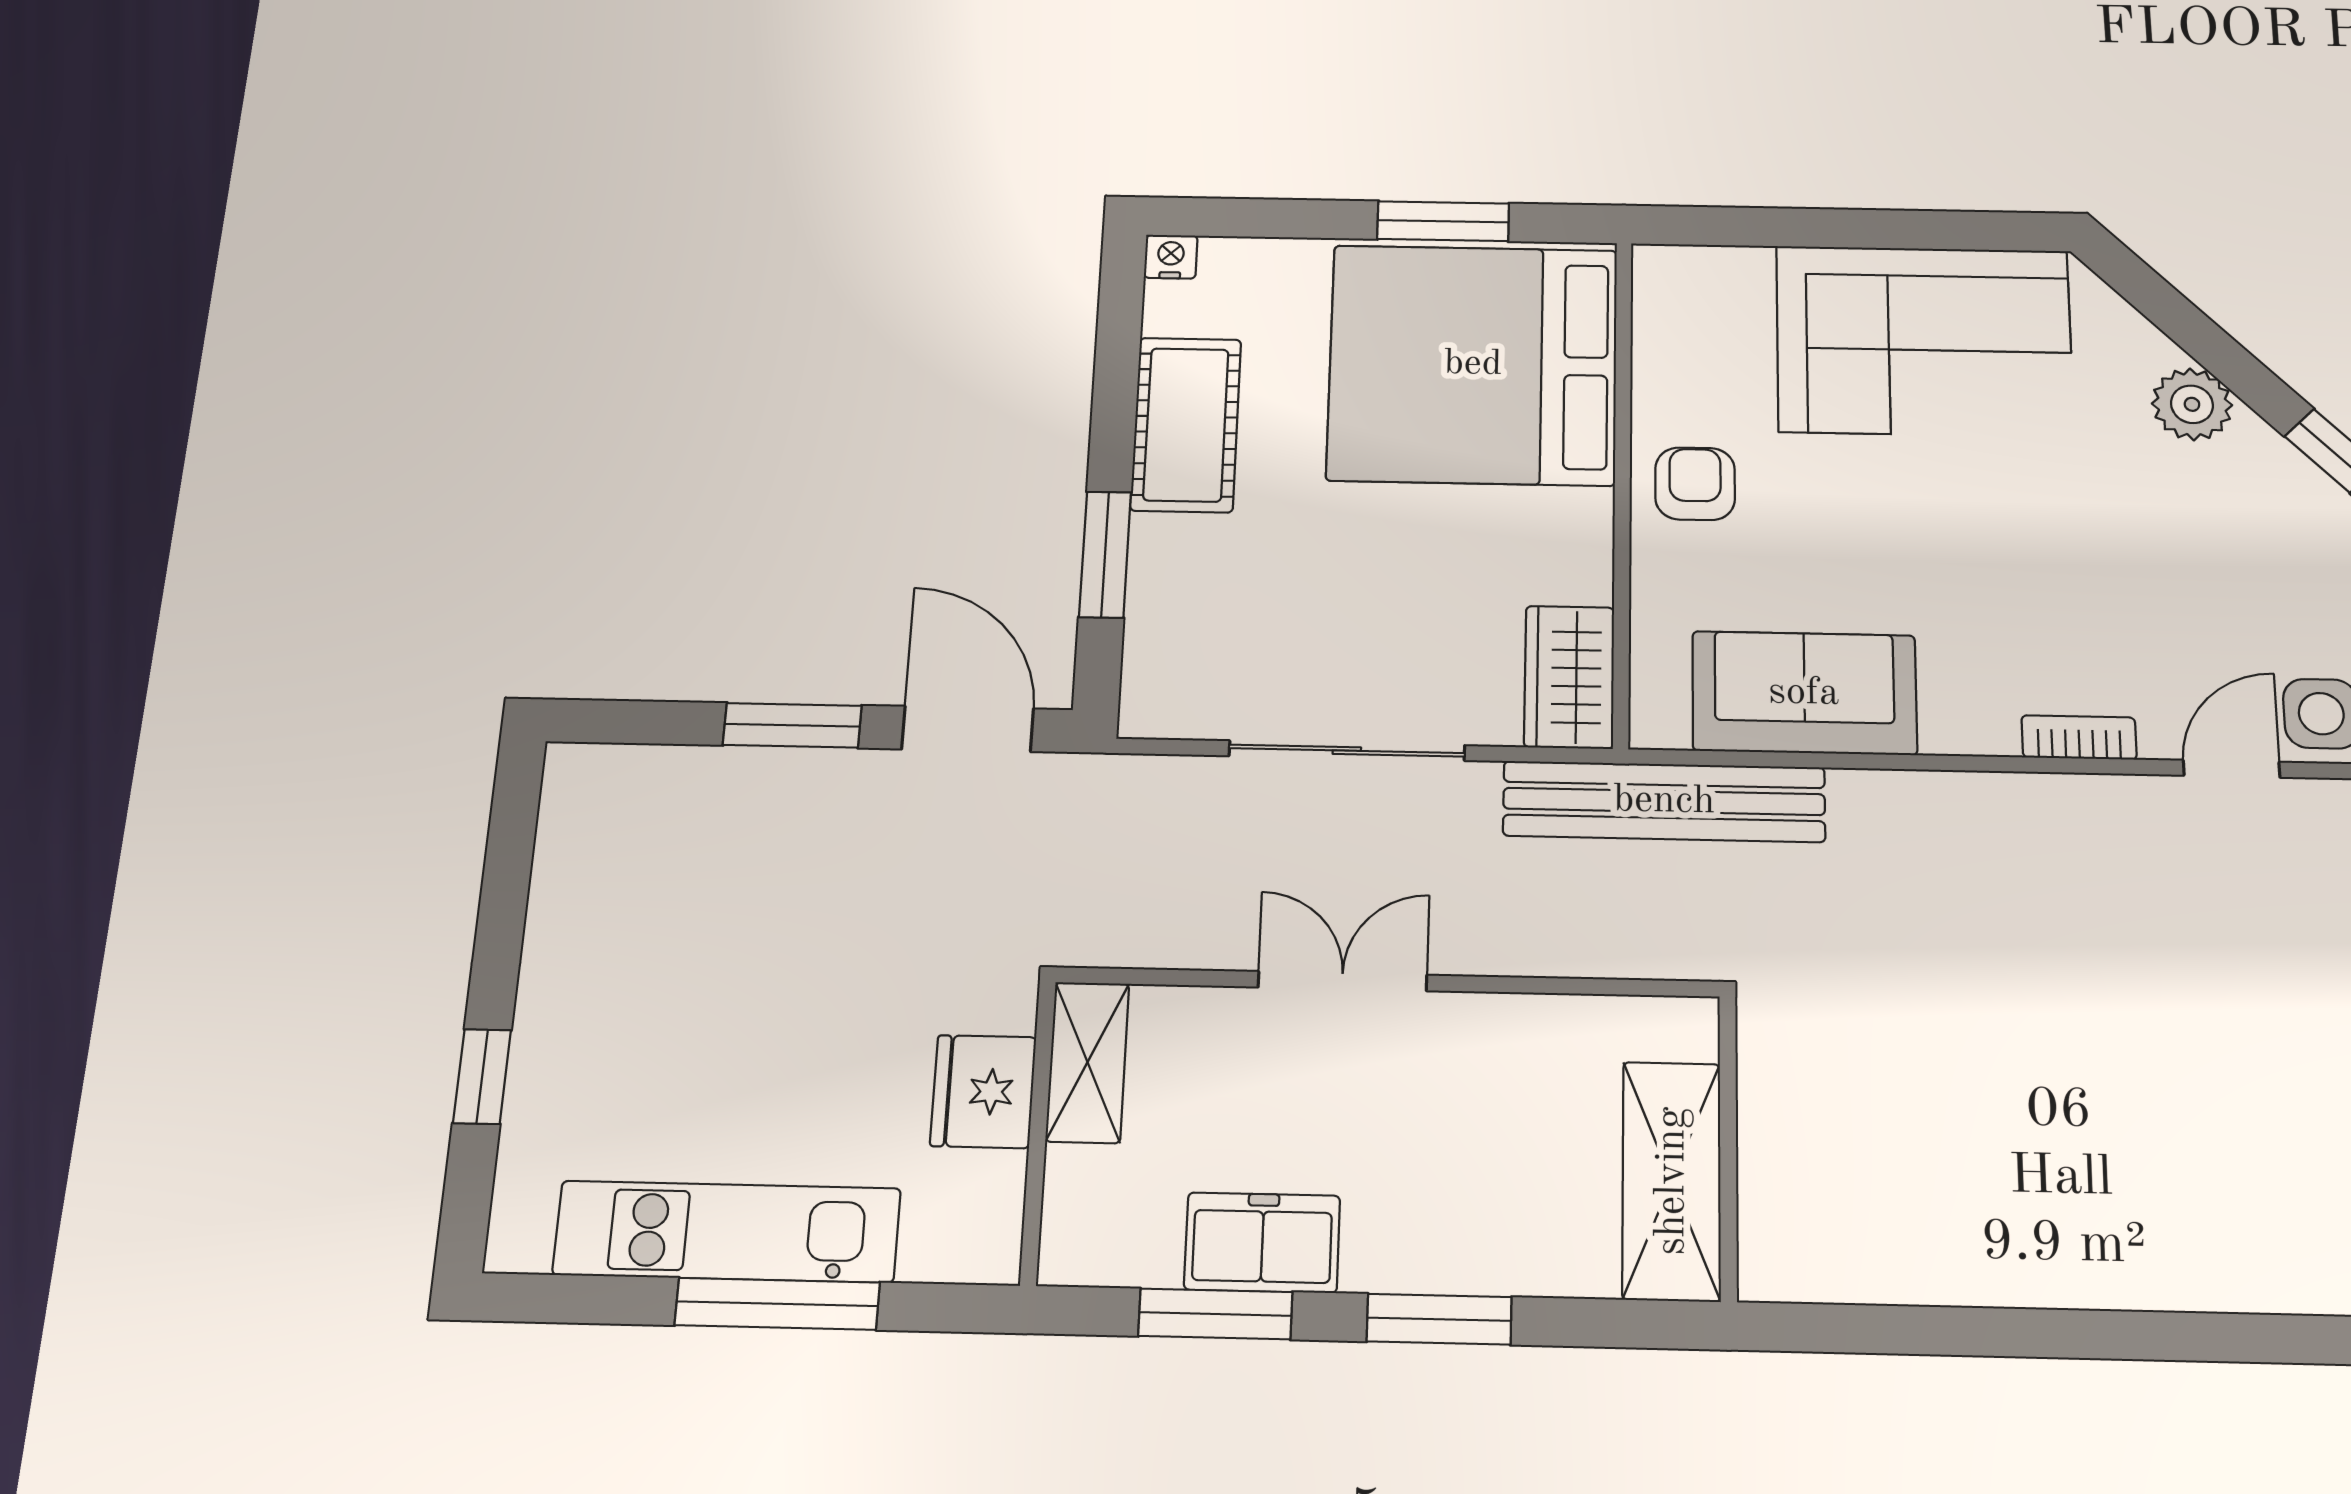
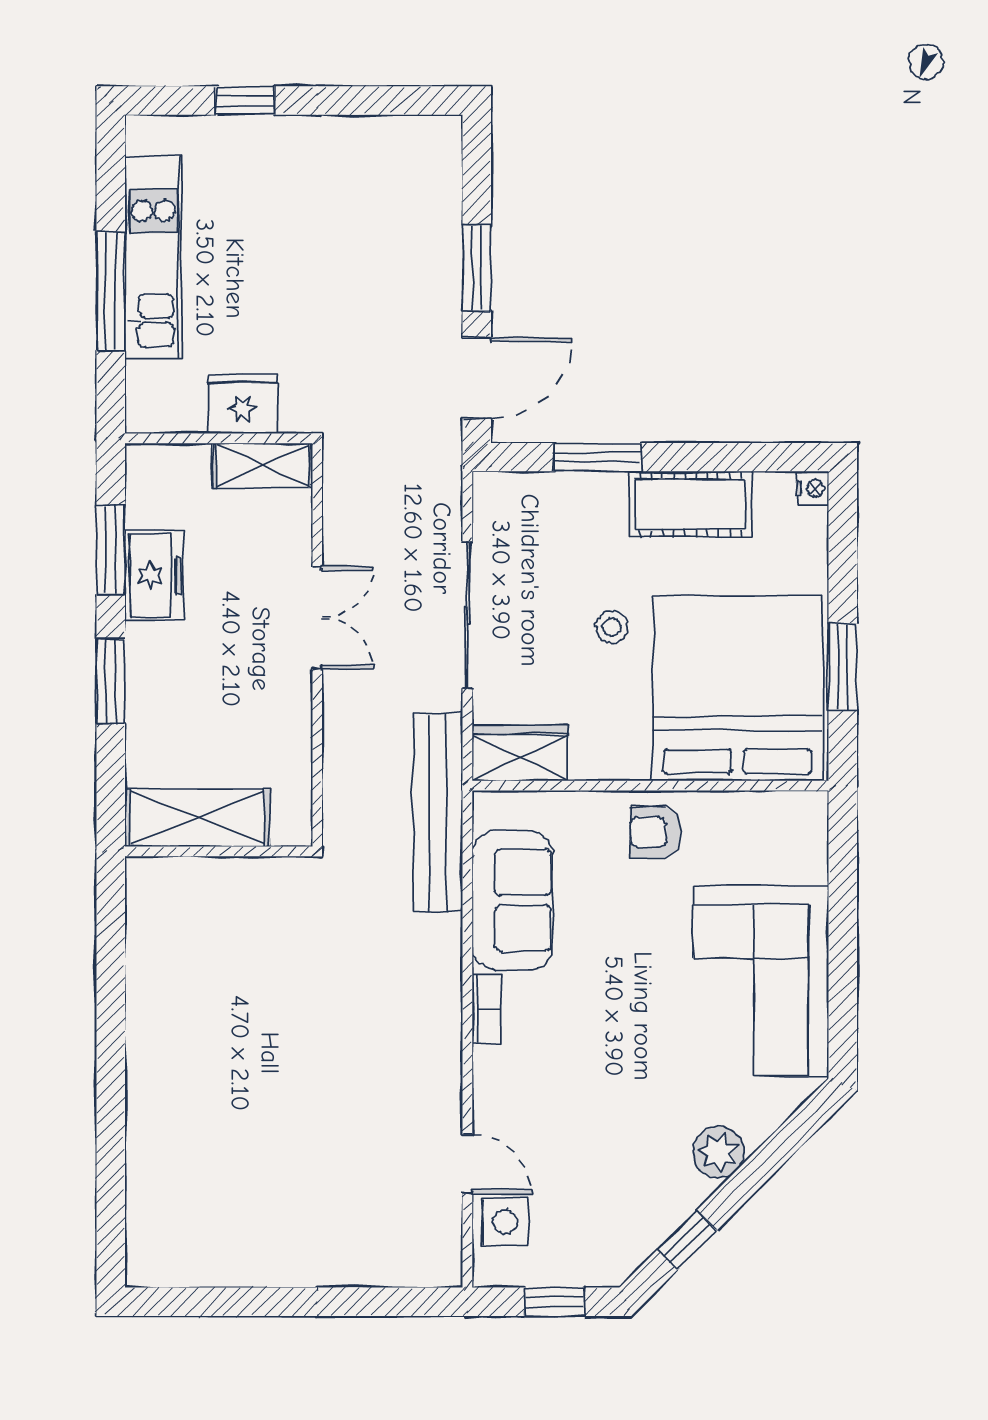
armchair: (1695, 484) -> (655, 832), turned 180
stool: (1373, 540) -> (612, 627), added
bookcase: (2079, 737) -> (486, 1009), moved

